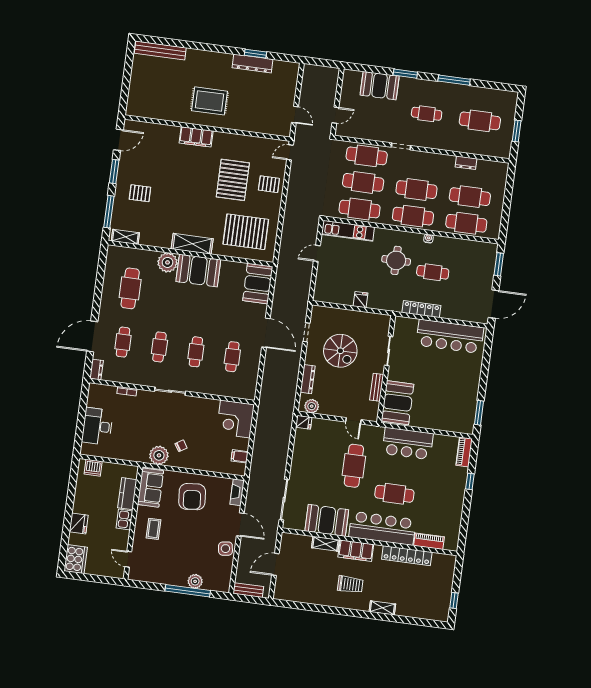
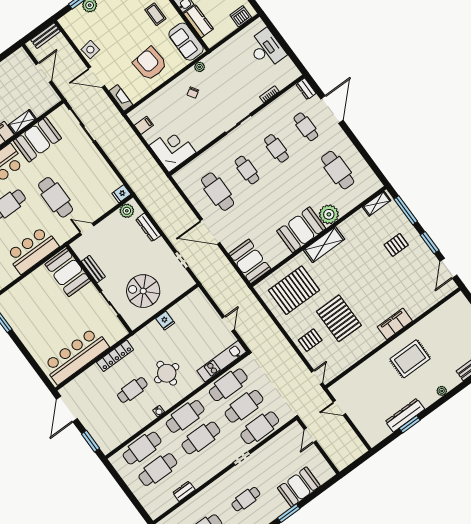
plant: (209, 55) -> (442, 391), added
spiral stairs: (340, 351) -> (143, 291), moved
cafe table: (232, 357) -> (218, 192), width x1.37, depth x1.35
plant: (159, 455) -> (200, 67), width x0.53, depth x0.53

